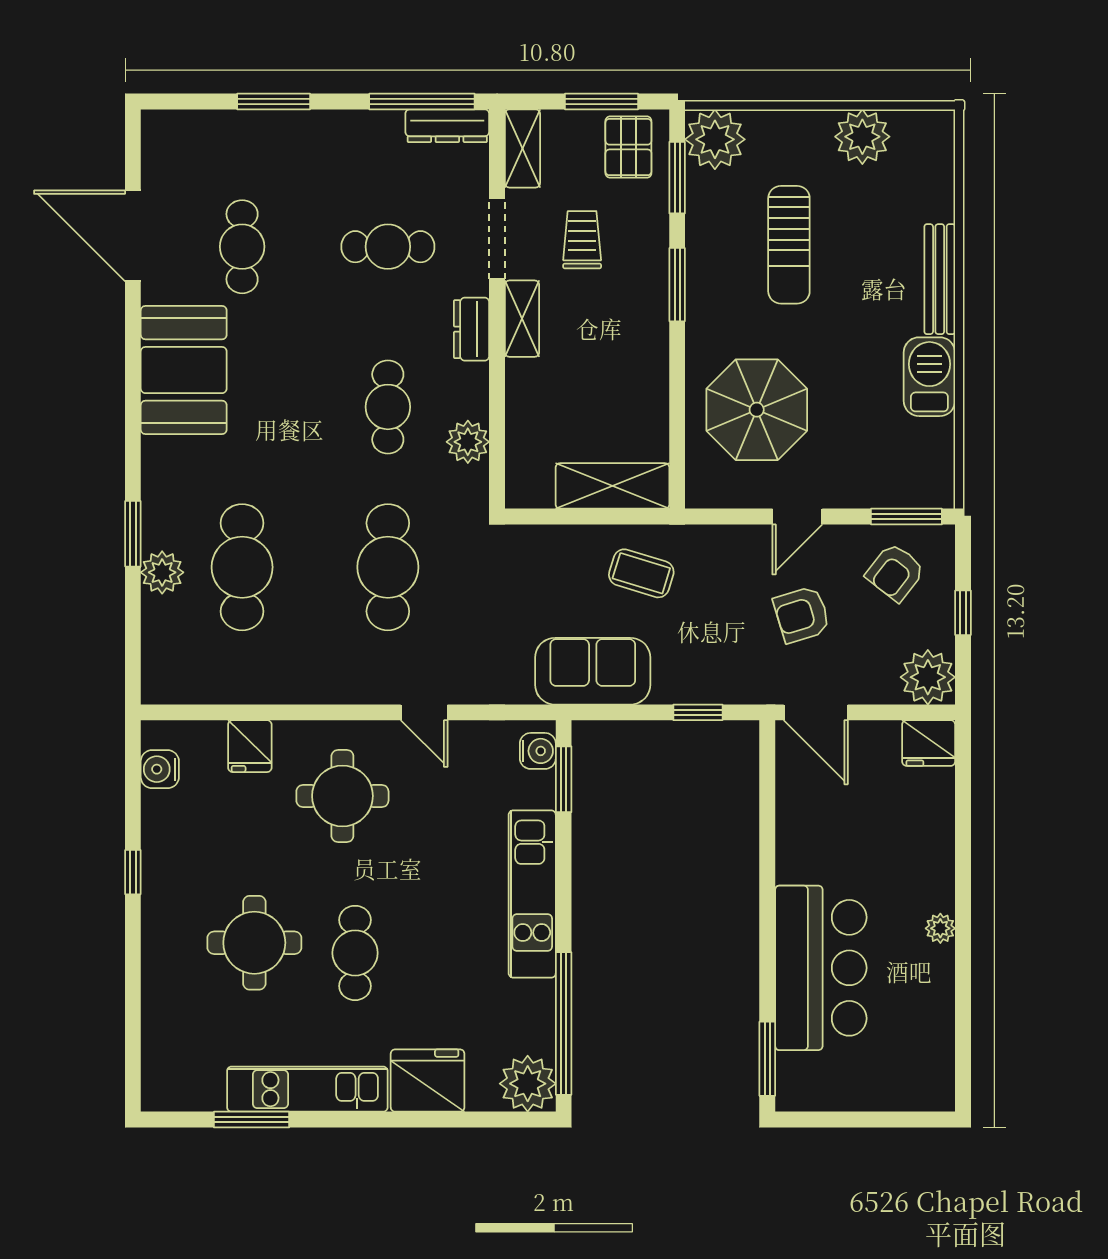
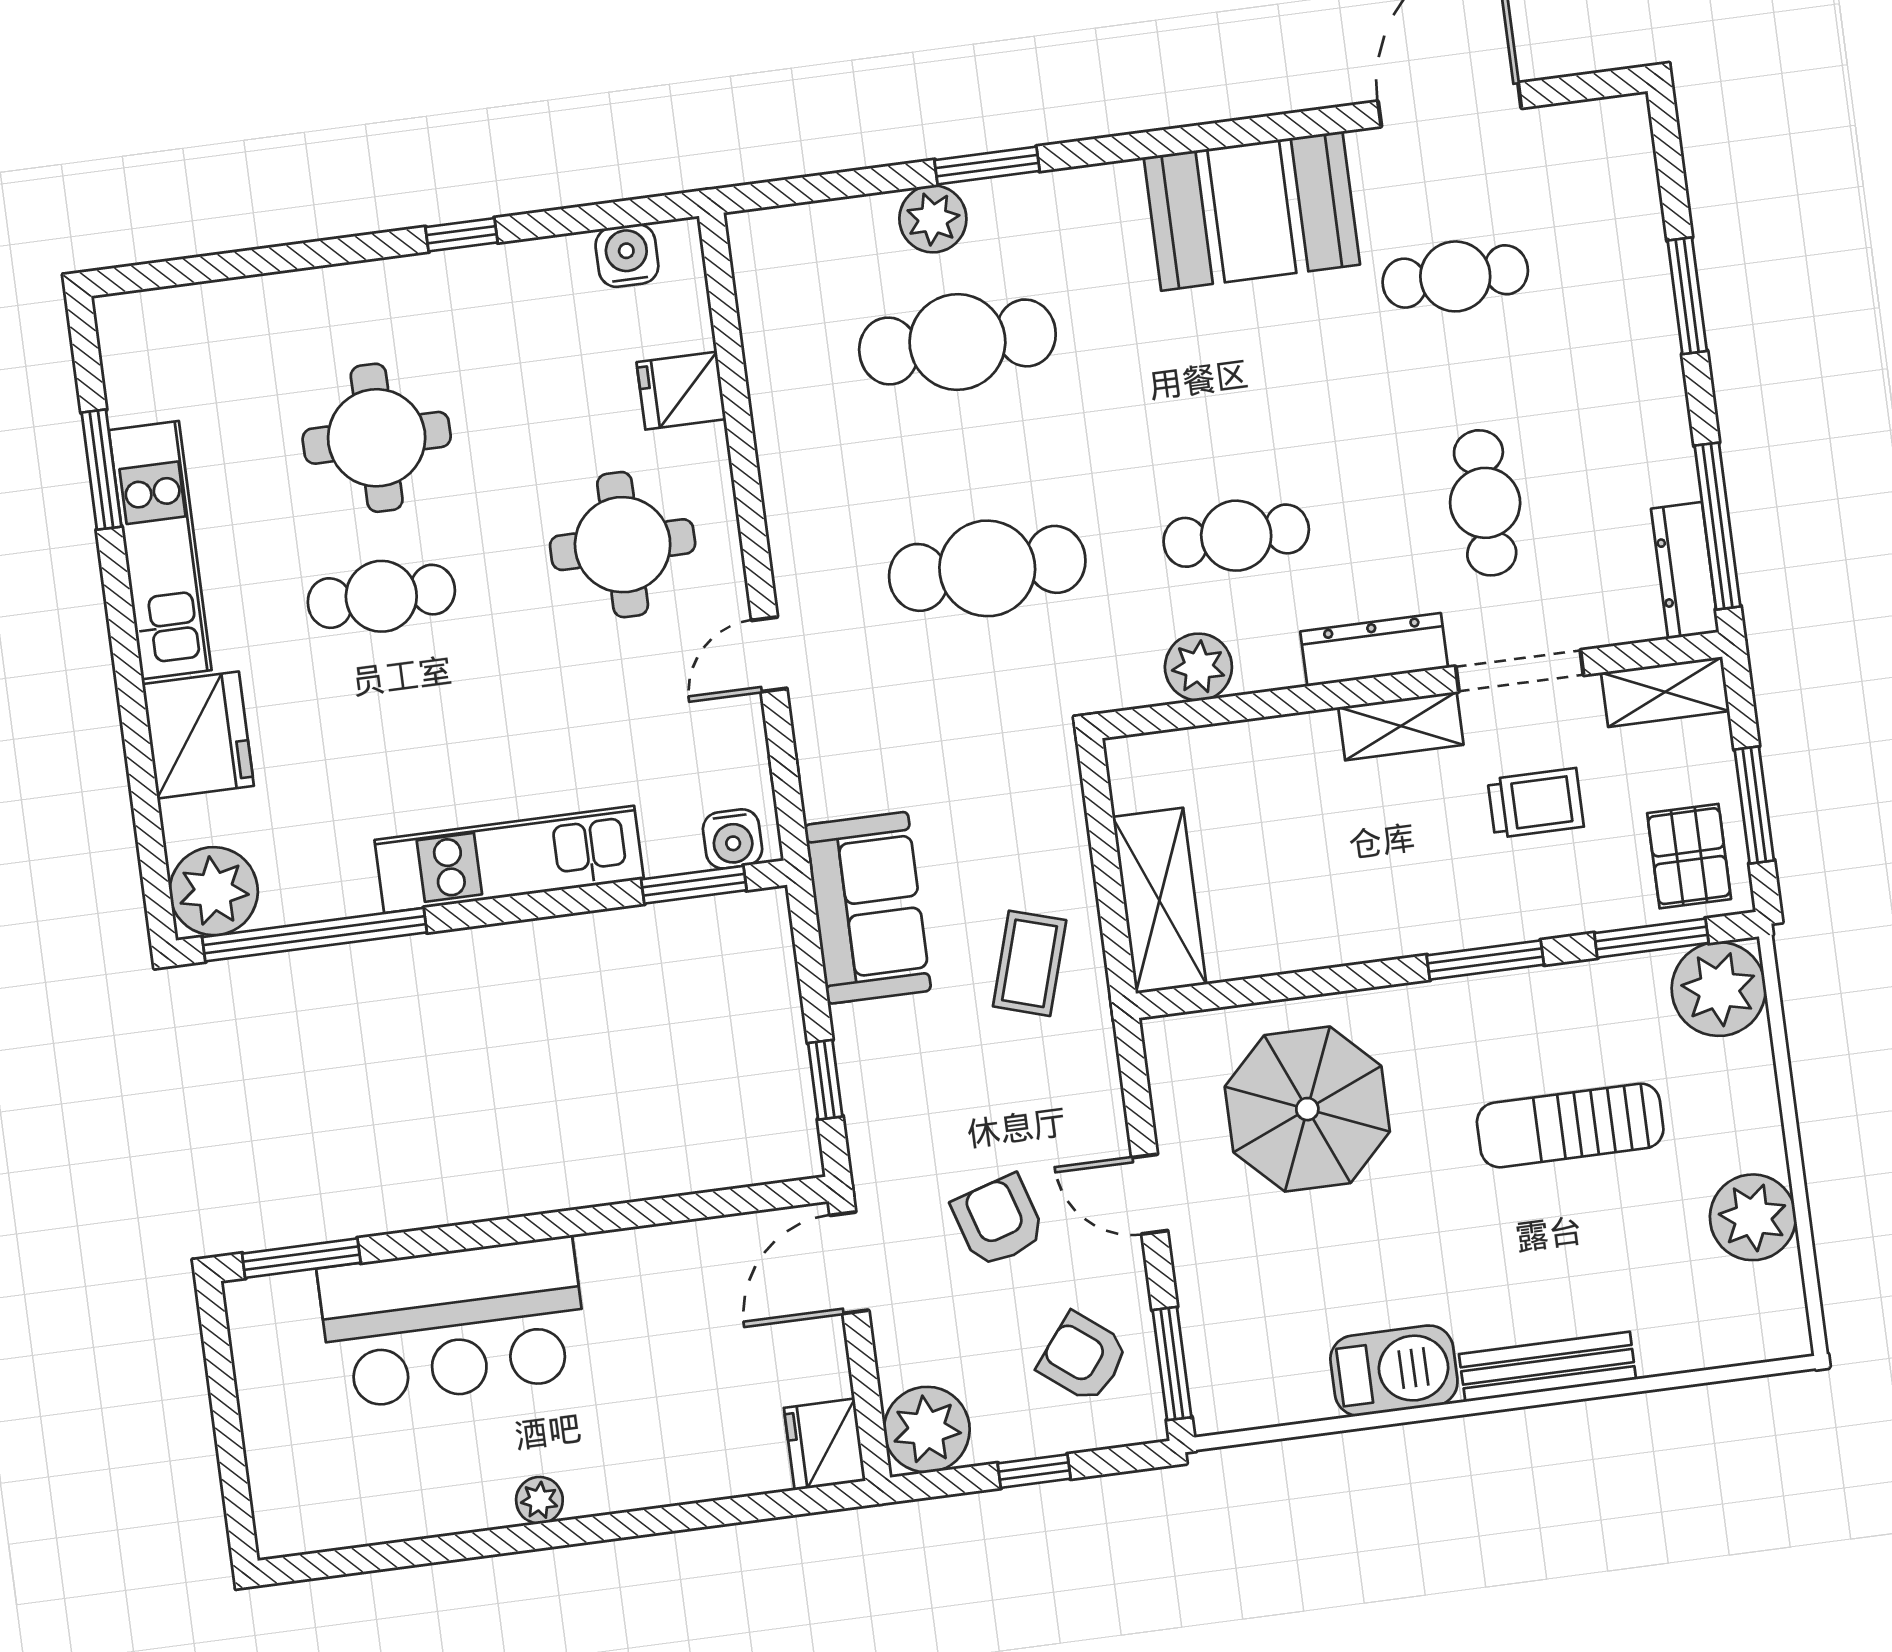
pallet: (628, 147) -> (1689, 856), turned 90
dresser: (472, 329) -> (1374, 650), width x1.44

